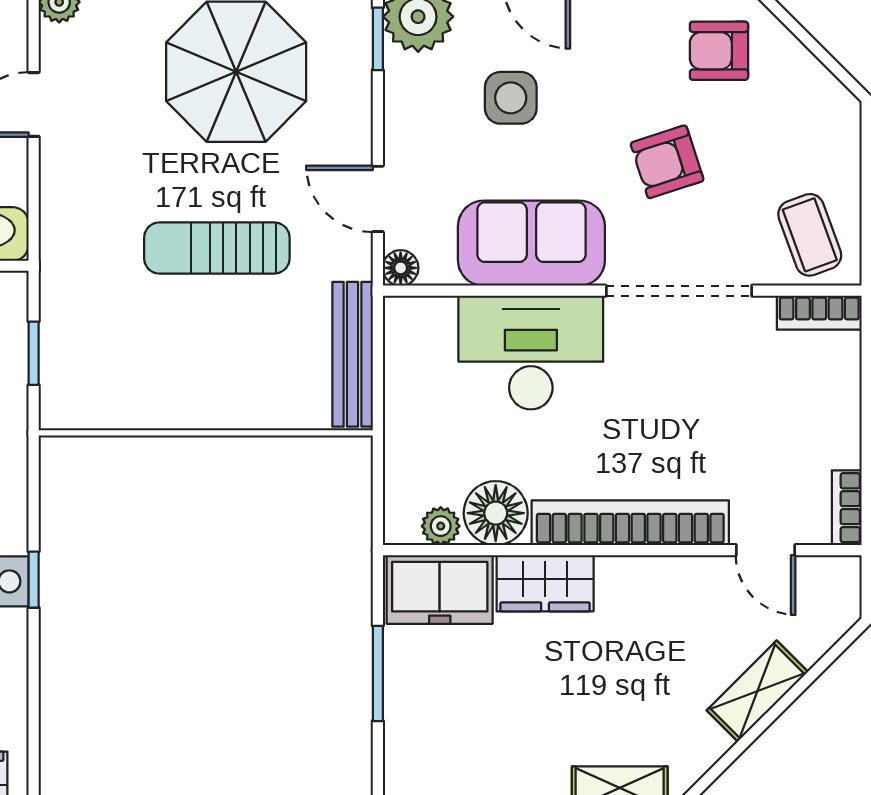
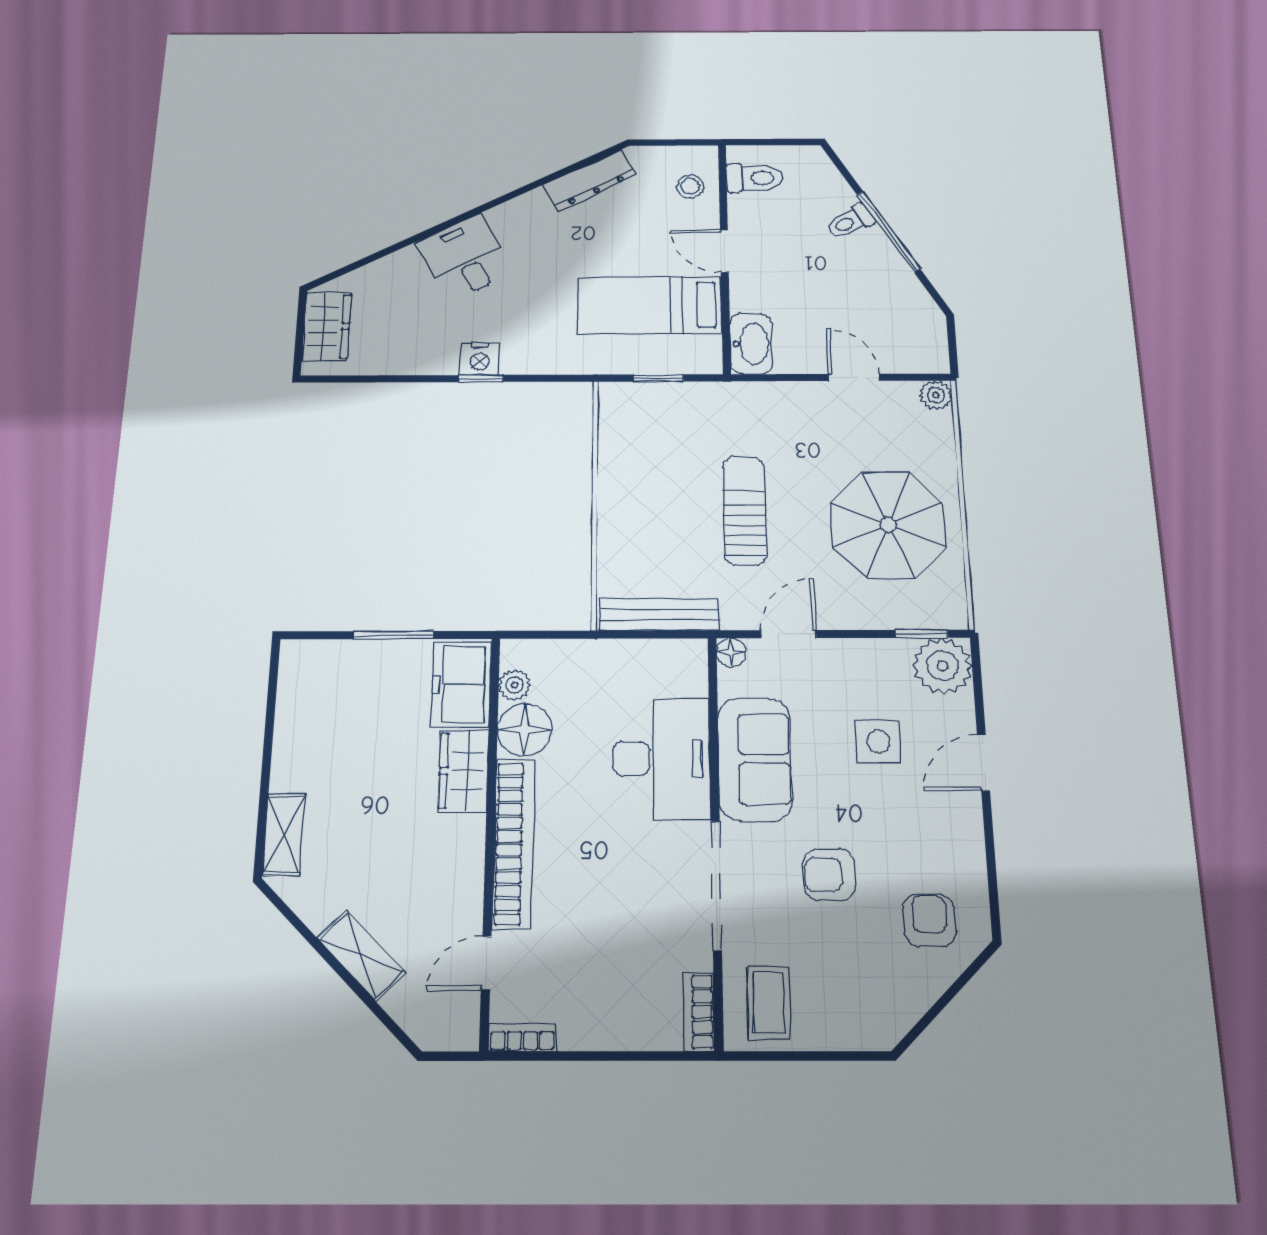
armchair: (667, 162) -> (829, 875), turned -72
coffee table: (810, 235) -> (769, 1003), turned -70

